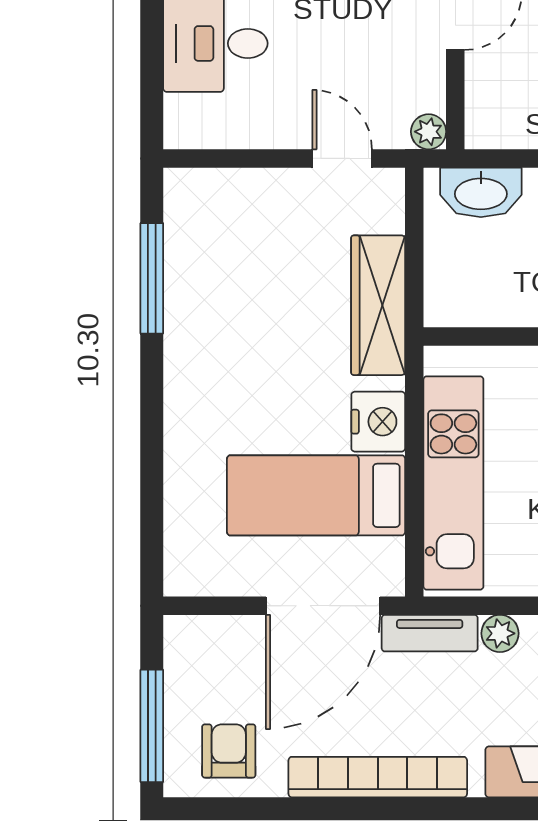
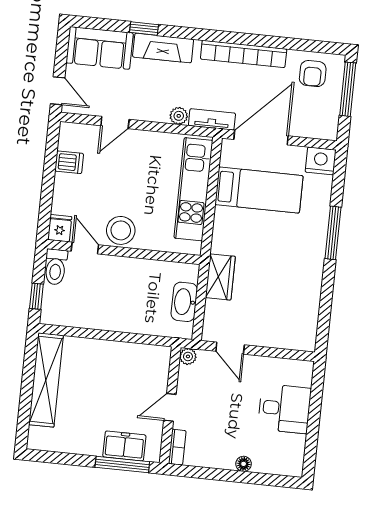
washbasin: (481, 192) -> (184, 302), moved, turned -90
window: (152, 278) -> (333, 233), moved
wardrobe: (378, 305) -> (220, 277), width x0.67
nightstand: (378, 422) -> (321, 161), moved, turned 90

